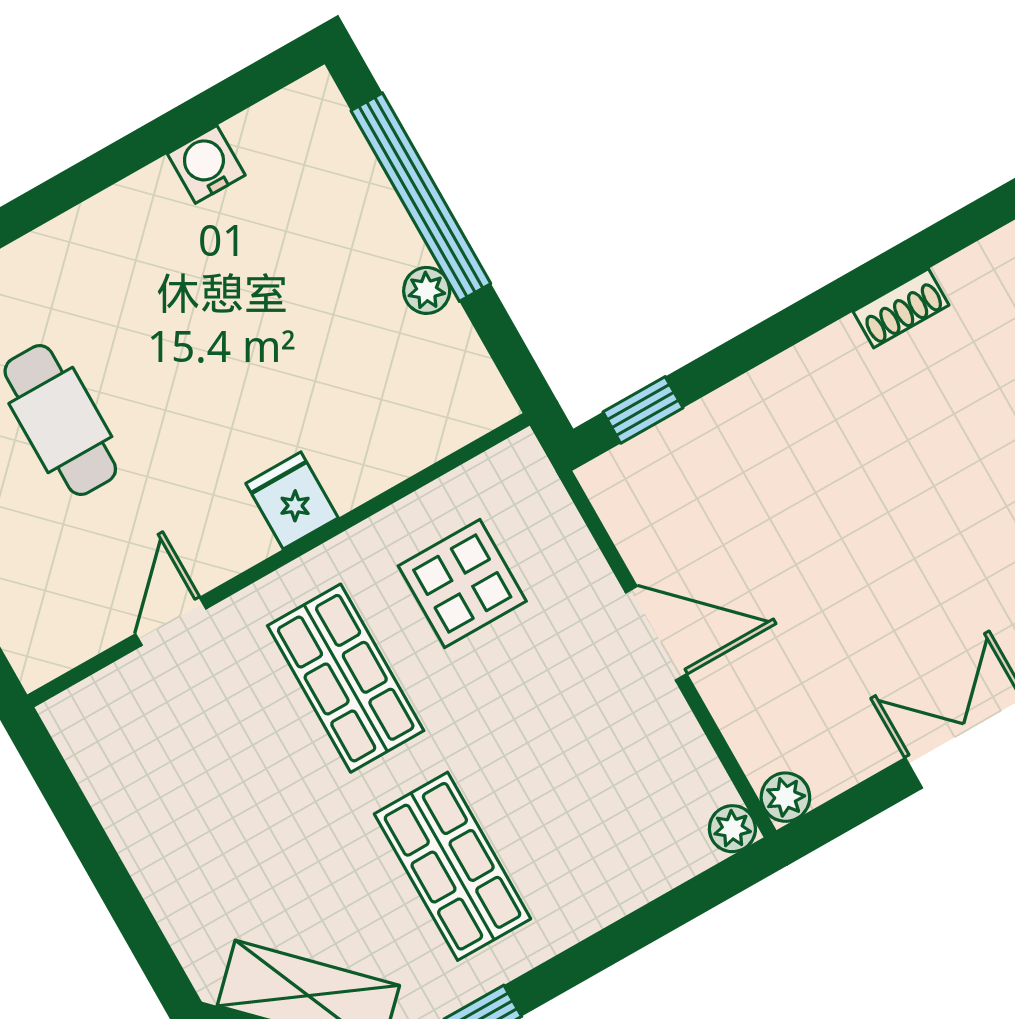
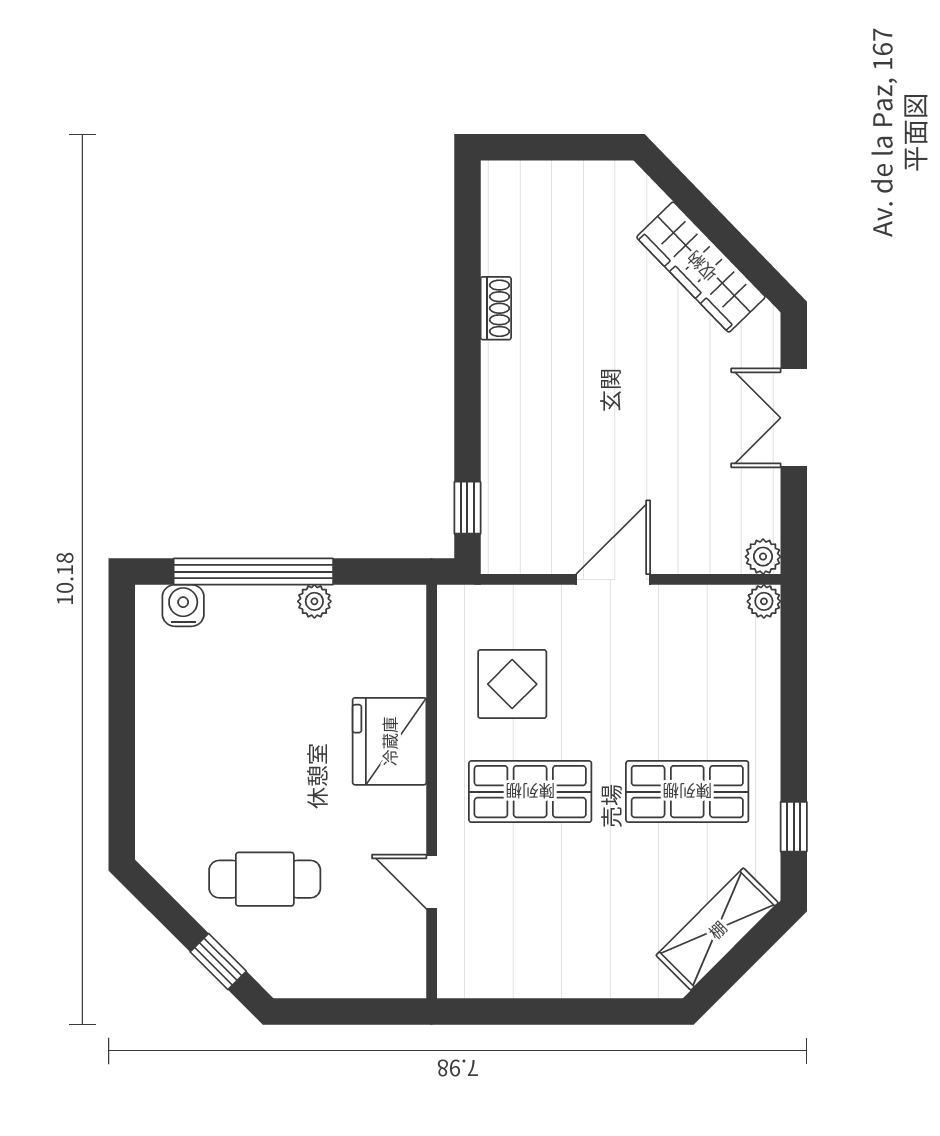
water cooler: (206, 164) -> (183, 605), moved, turned 90
fridge: (292, 501) -> (389, 741), width x1.88, depth x1.34

